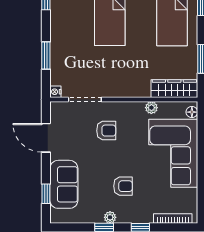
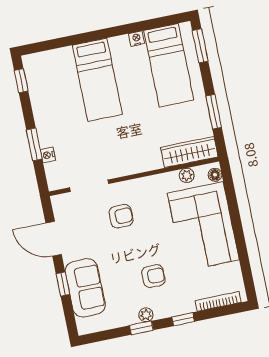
nightstand: (55, 92) -> (48, 155), moved
plant: (151, 108) -> (187, 175), moved
window: (46, 194) -> (63, 284), moved

